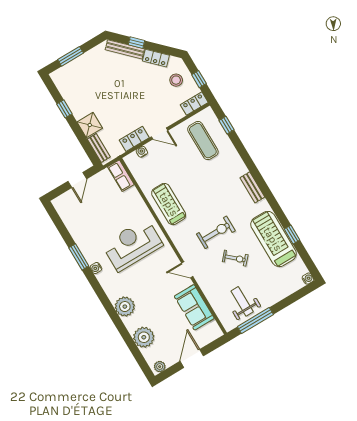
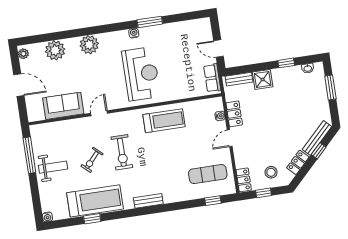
washbasin: (61, 86) -> (308, 68), added
row of seats: (121, 176) -> (212, 78), moved, turned -90
weight bench: (242, 301) -> (53, 167), moved

